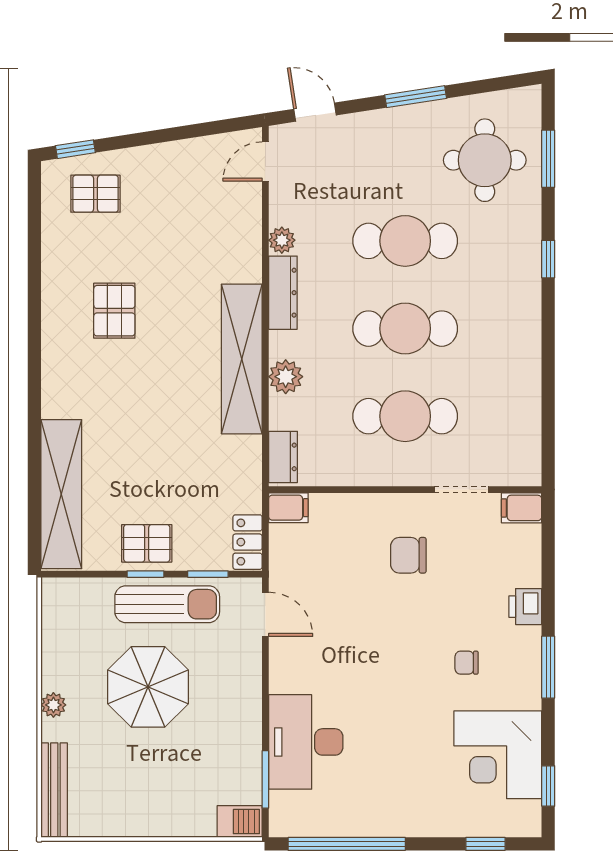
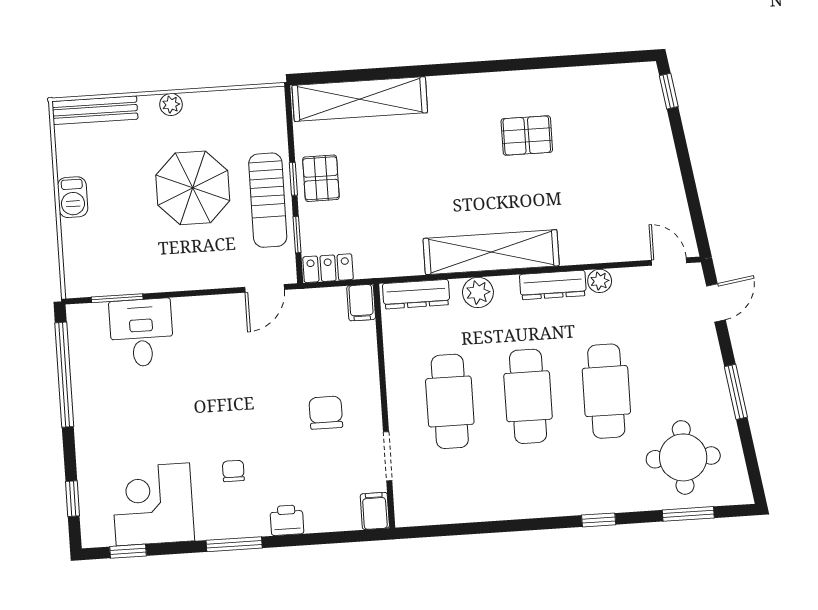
pallet: (96, 194) -> (630, 112), removed
dresser: (283, 457) -> (416, 294), width x1.44
desk: (306, 742) -> (141, 333), width x0.73
barbecue: (240, 822) -> (73, 197), moved

